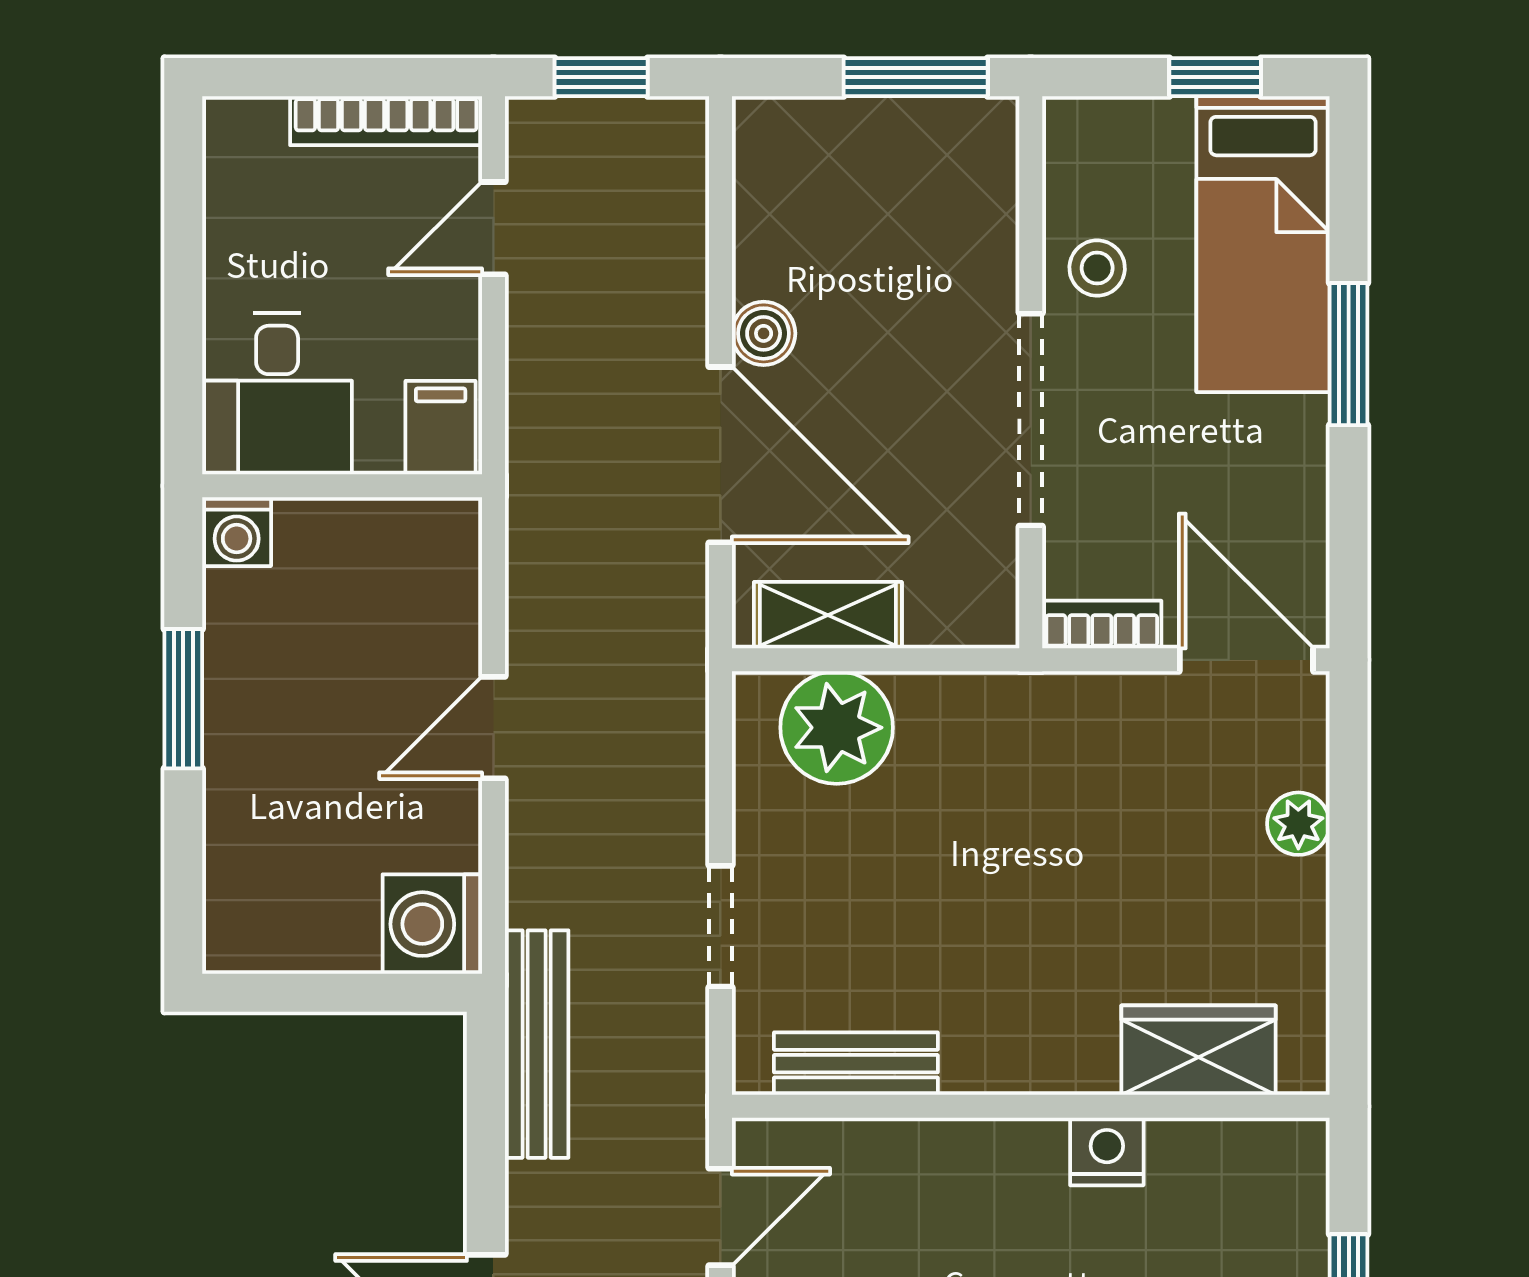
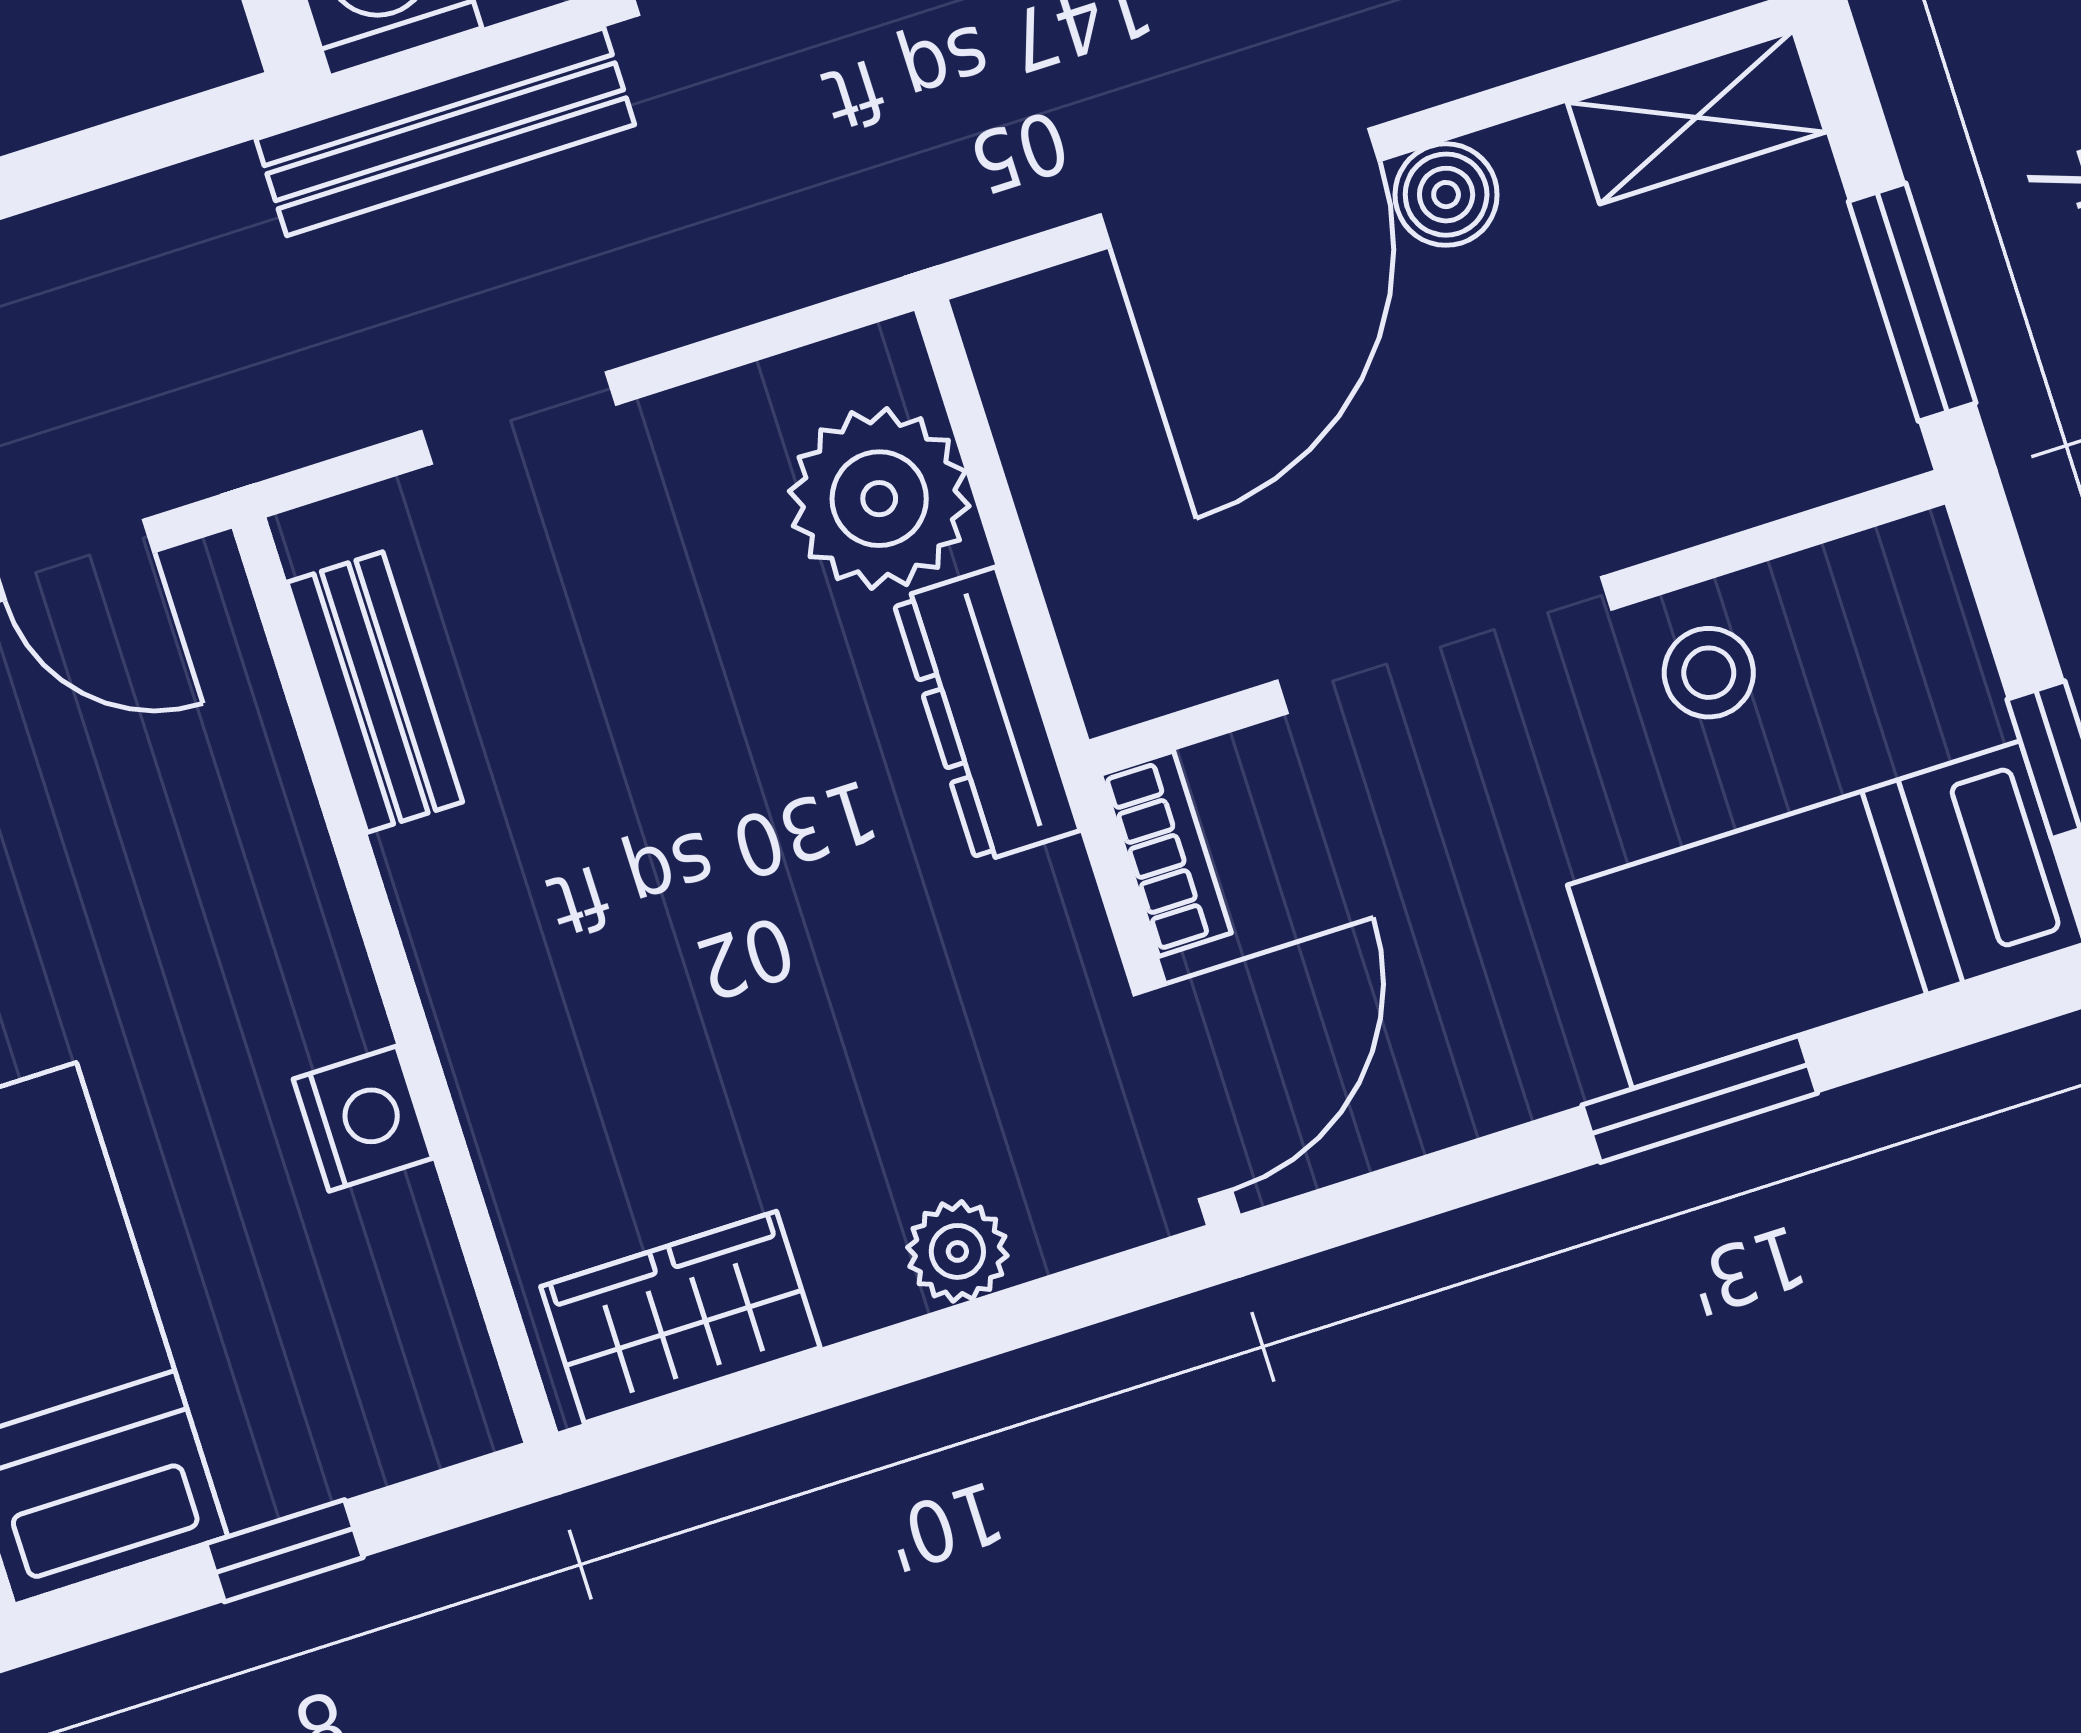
shelving: (828, 615) -> (1697, 117), moved, turned 90
dresser: (985, 705) -> (986, 715), added
bench: (537, 1044) -> (445, 132), moved
wardrobe: (1198, 1050) -> (680, 1317), moved, turned -90

